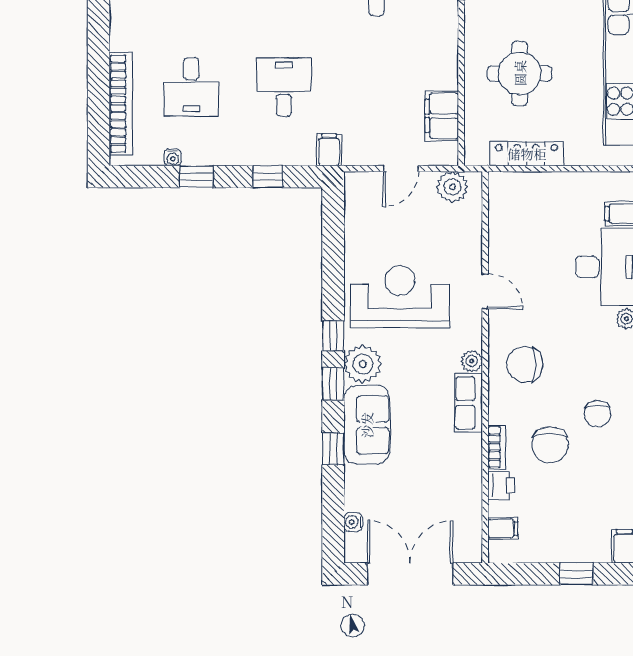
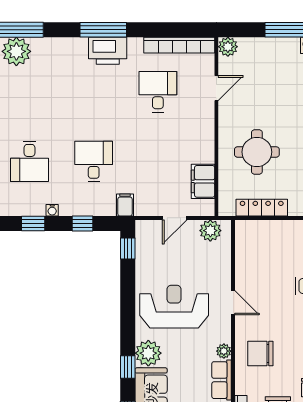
water cooler: (173, 157) -> (52, 210), moved
window: (333, 336) -> (128, 248), moved

